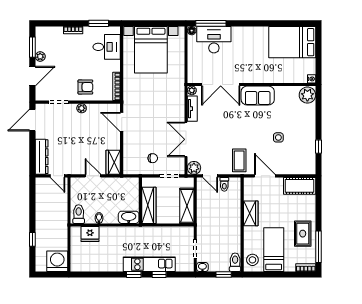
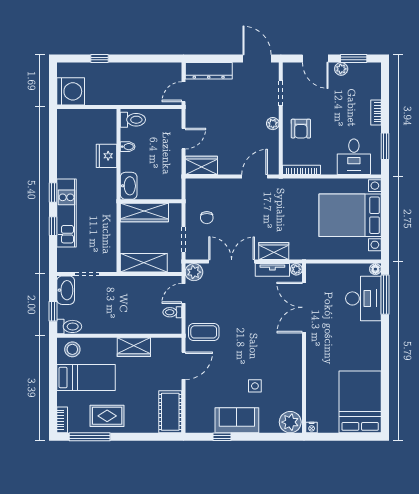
sofa: (258, 96) -> (237, 420), moved, turned 90
wardrobe: (178, 107) -> (274, 251), added
side table: (278, 137) -> (255, 386), moved
fridge: (90, 234) -> (107, 156), moved
washbasin: (202, 267) -> (66, 290), width x1.91, depth x1.45

